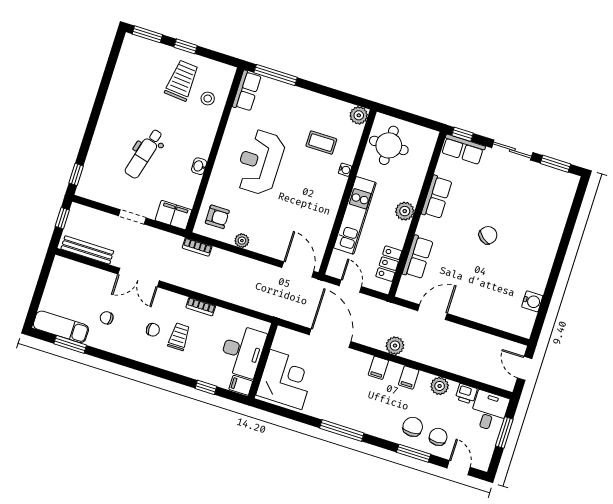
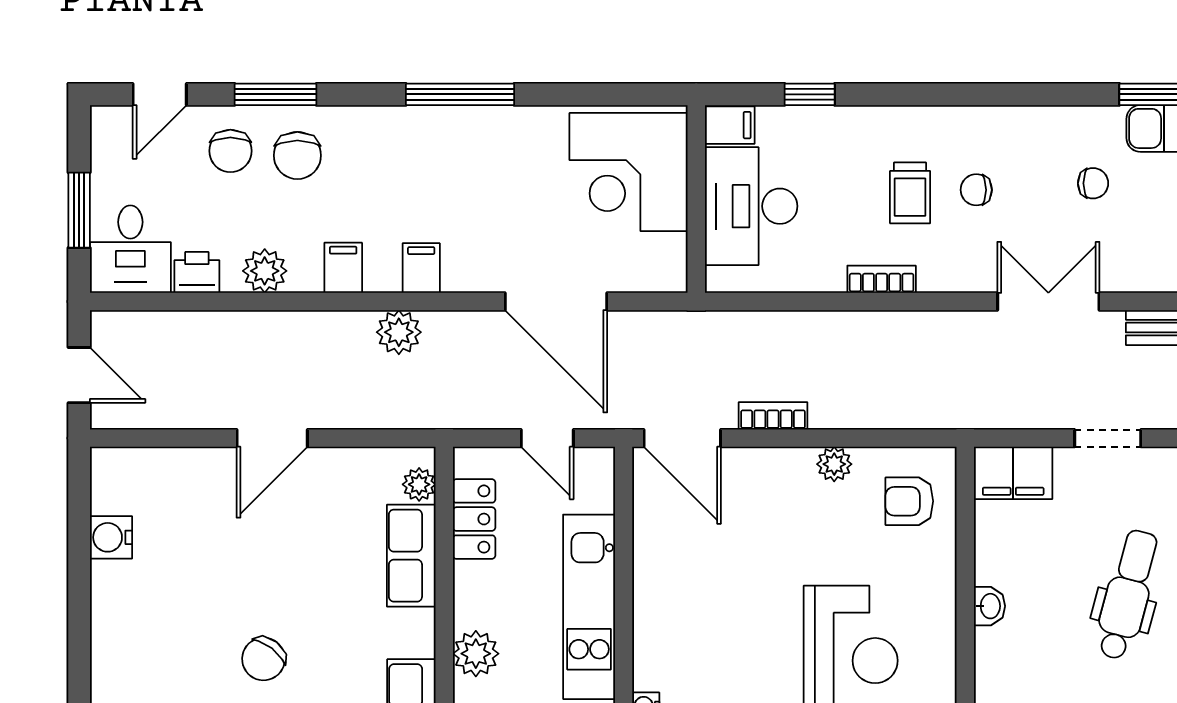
bookcase: (197, 247) -> (773, 416), moved
plant: (406, 284) -> (419, 484), added
door: (432, 312) -> (272, 438), moved
door: (459, 468) -> (160, 94), hinge flipped

